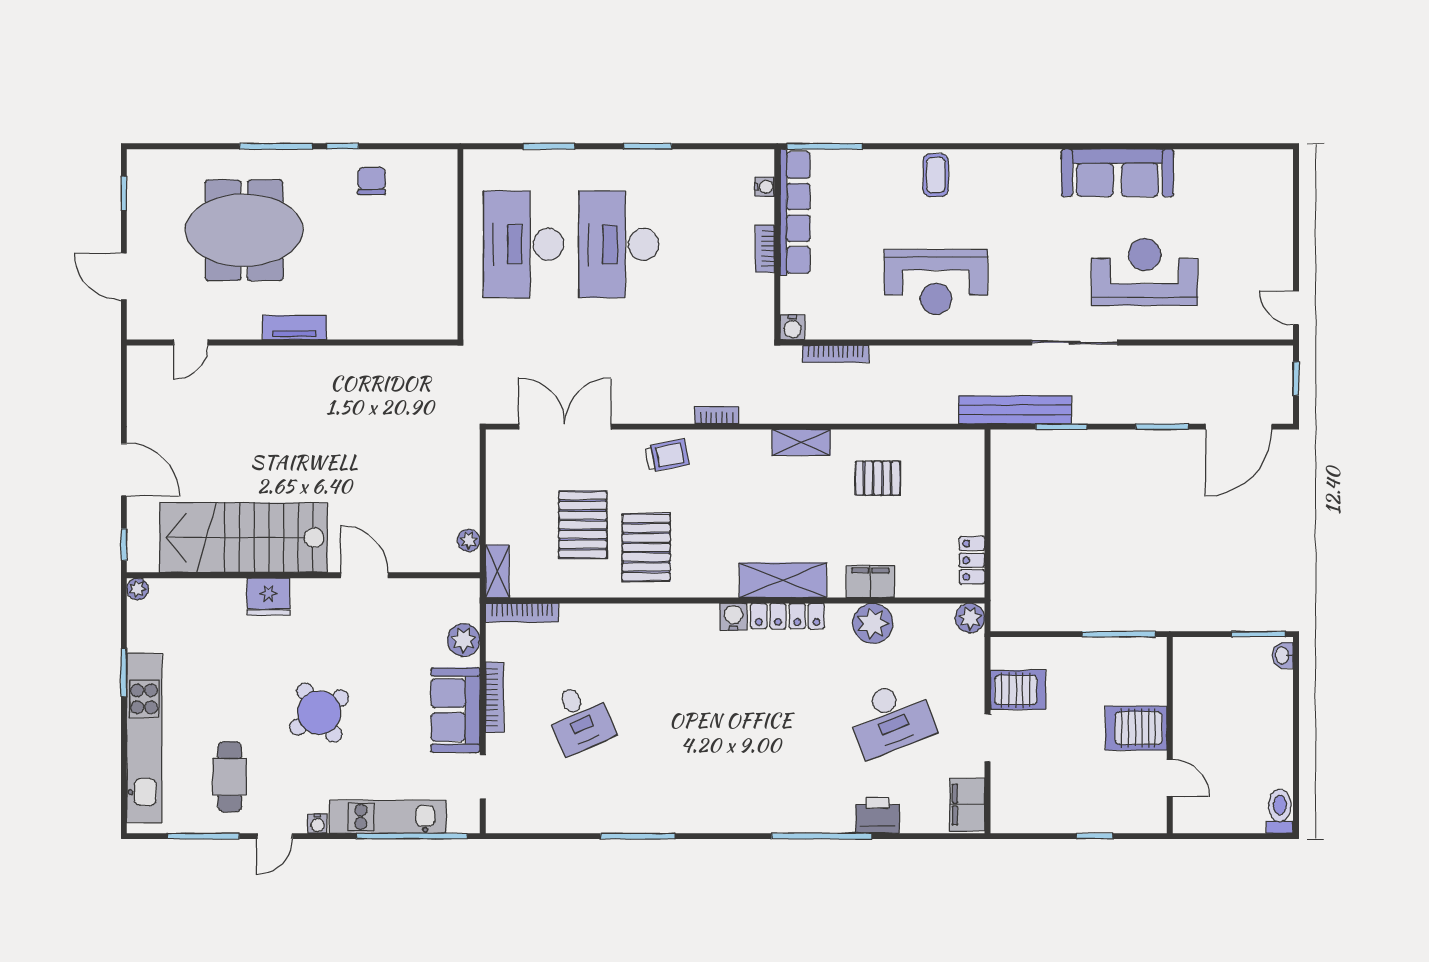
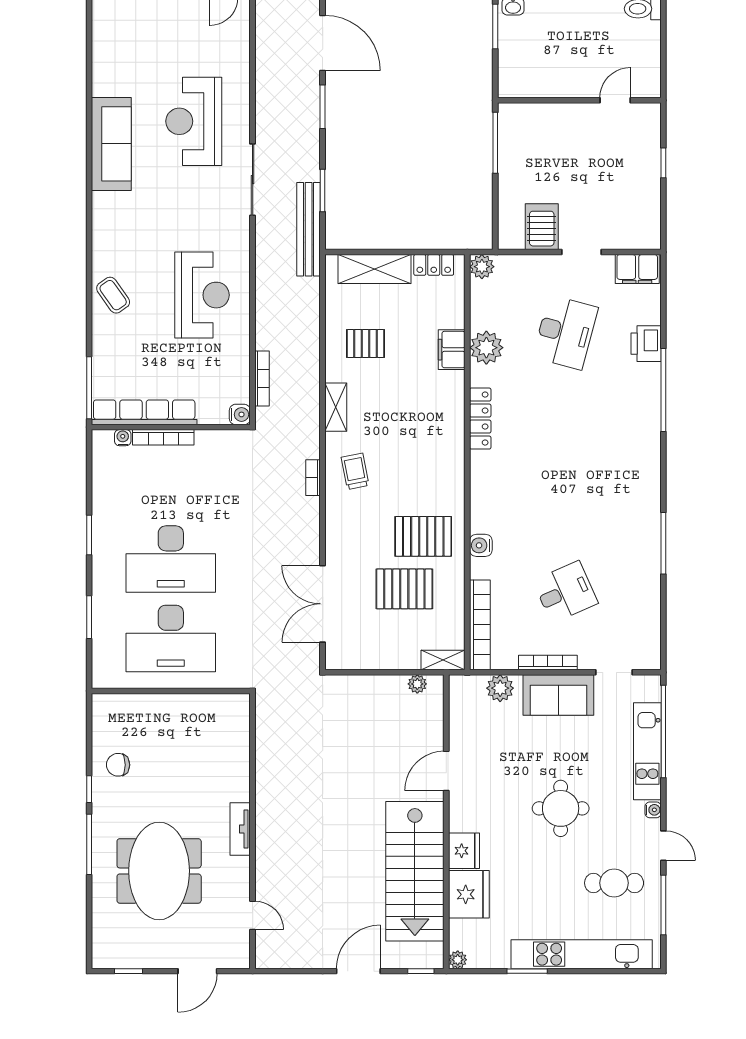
coffee table: (936, 175) -> (113, 295), turned 55
bookcase: (765, 249) -> (163, 437), width x1.56
trolley: (667, 455) -> (355, 471), moved
pallet: (878, 478) -> (365, 344), turned 90
shelving: (783, 580) -> (375, 269), moved, turned 90
fridge: (216, 602) -> (469, 894), added
bookcase: (522, 613) -> (480, 625), width x1.48, depth x1.31
water cooler: (733, 617) -> (481, 545), moved
round table: (319, 713) -> (561, 808), turned 34
desk: (891, 718) -> (565, 332), turned 36
server rack: (1136, 728) -> (573, 128), removed

